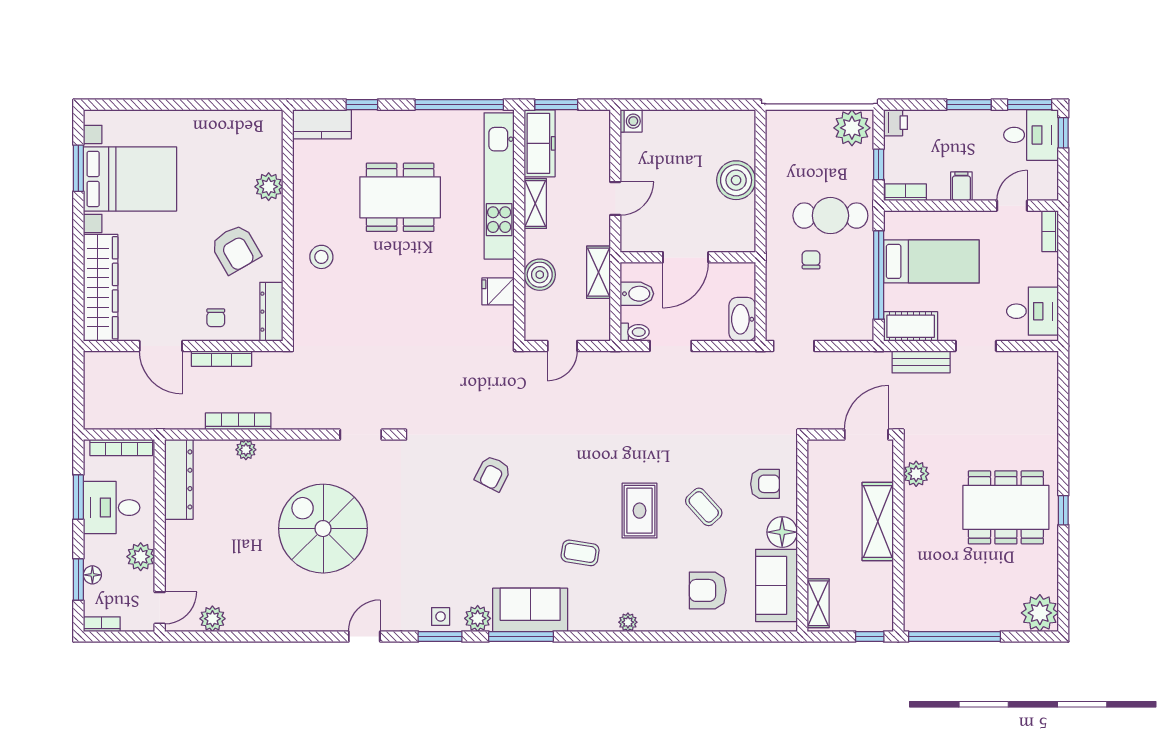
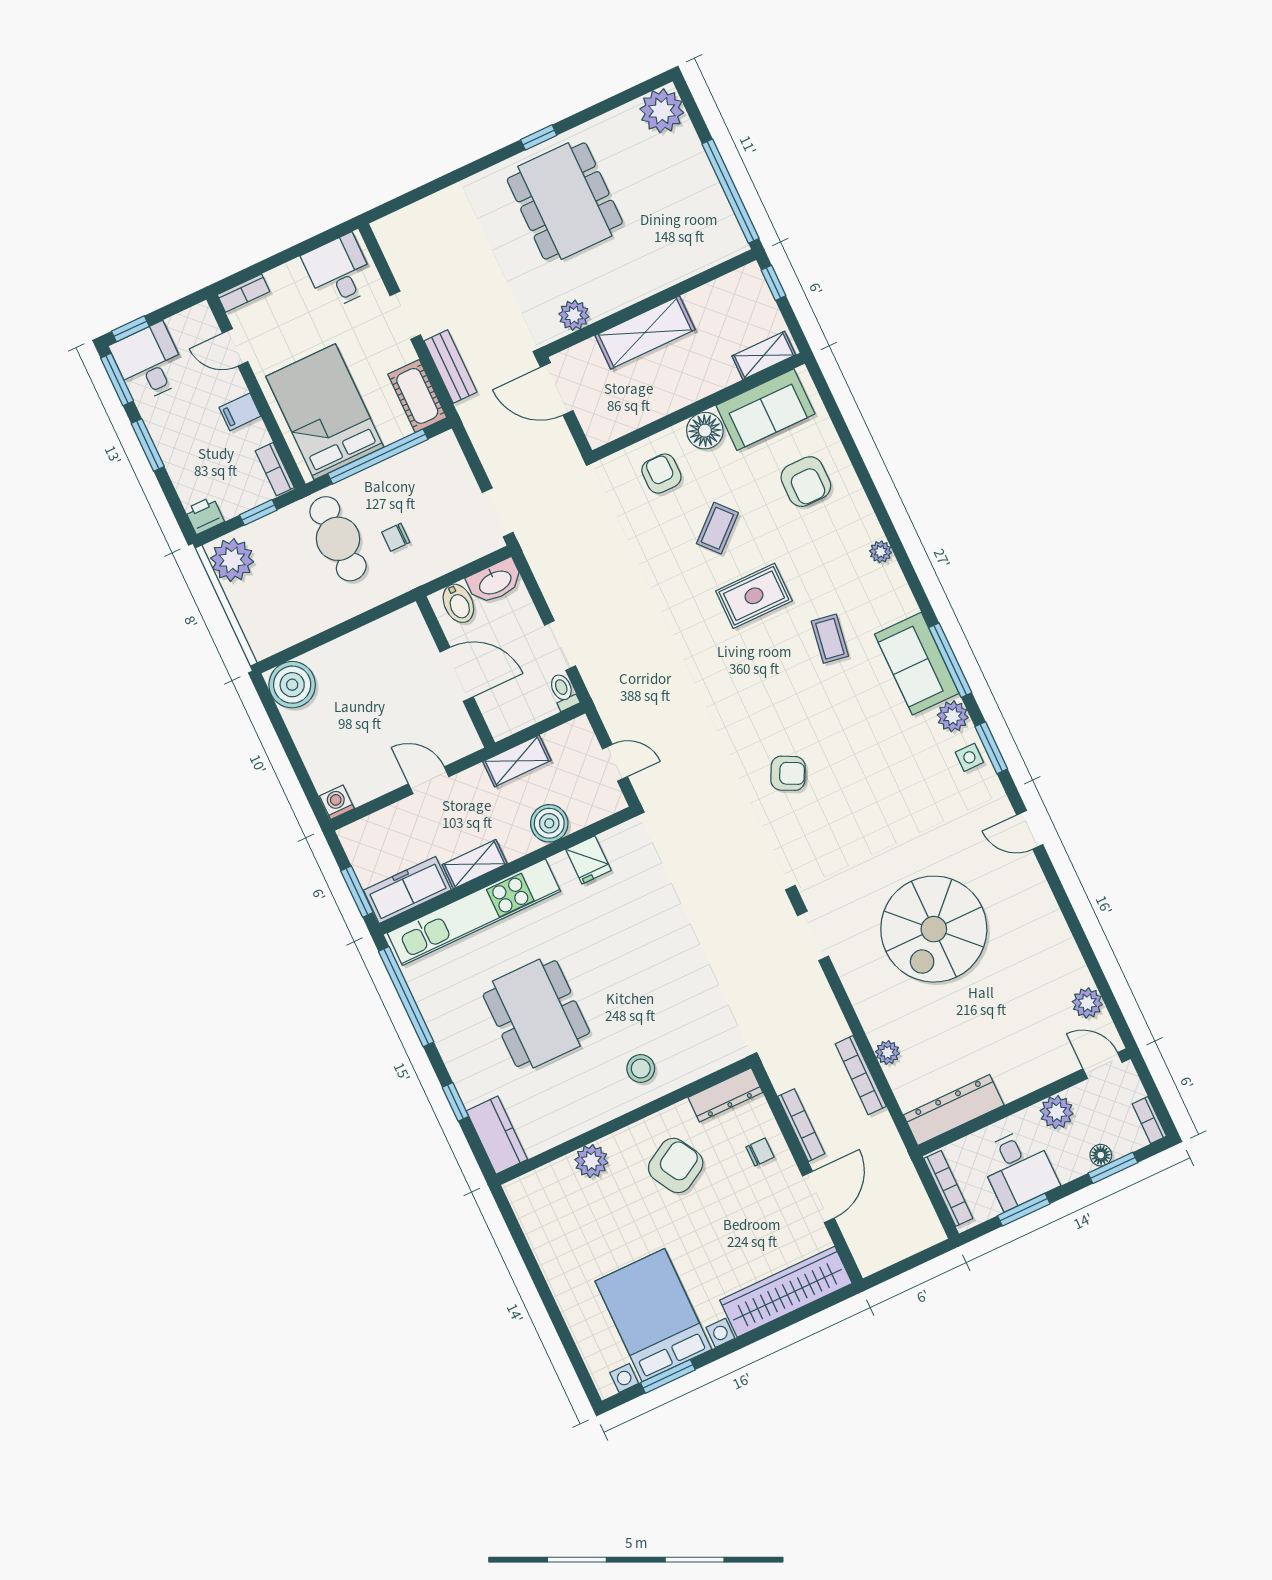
boiler: (736, 180) -> (292, 685), moved
bed: (931, 261) -> (325, 412), width x1.50
bidet: (637, 294) -> (458, 603), moved, turned 180

